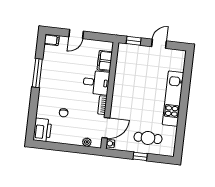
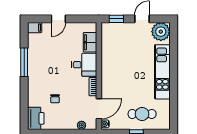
plant: (176, 59) -> (161, 32), added

